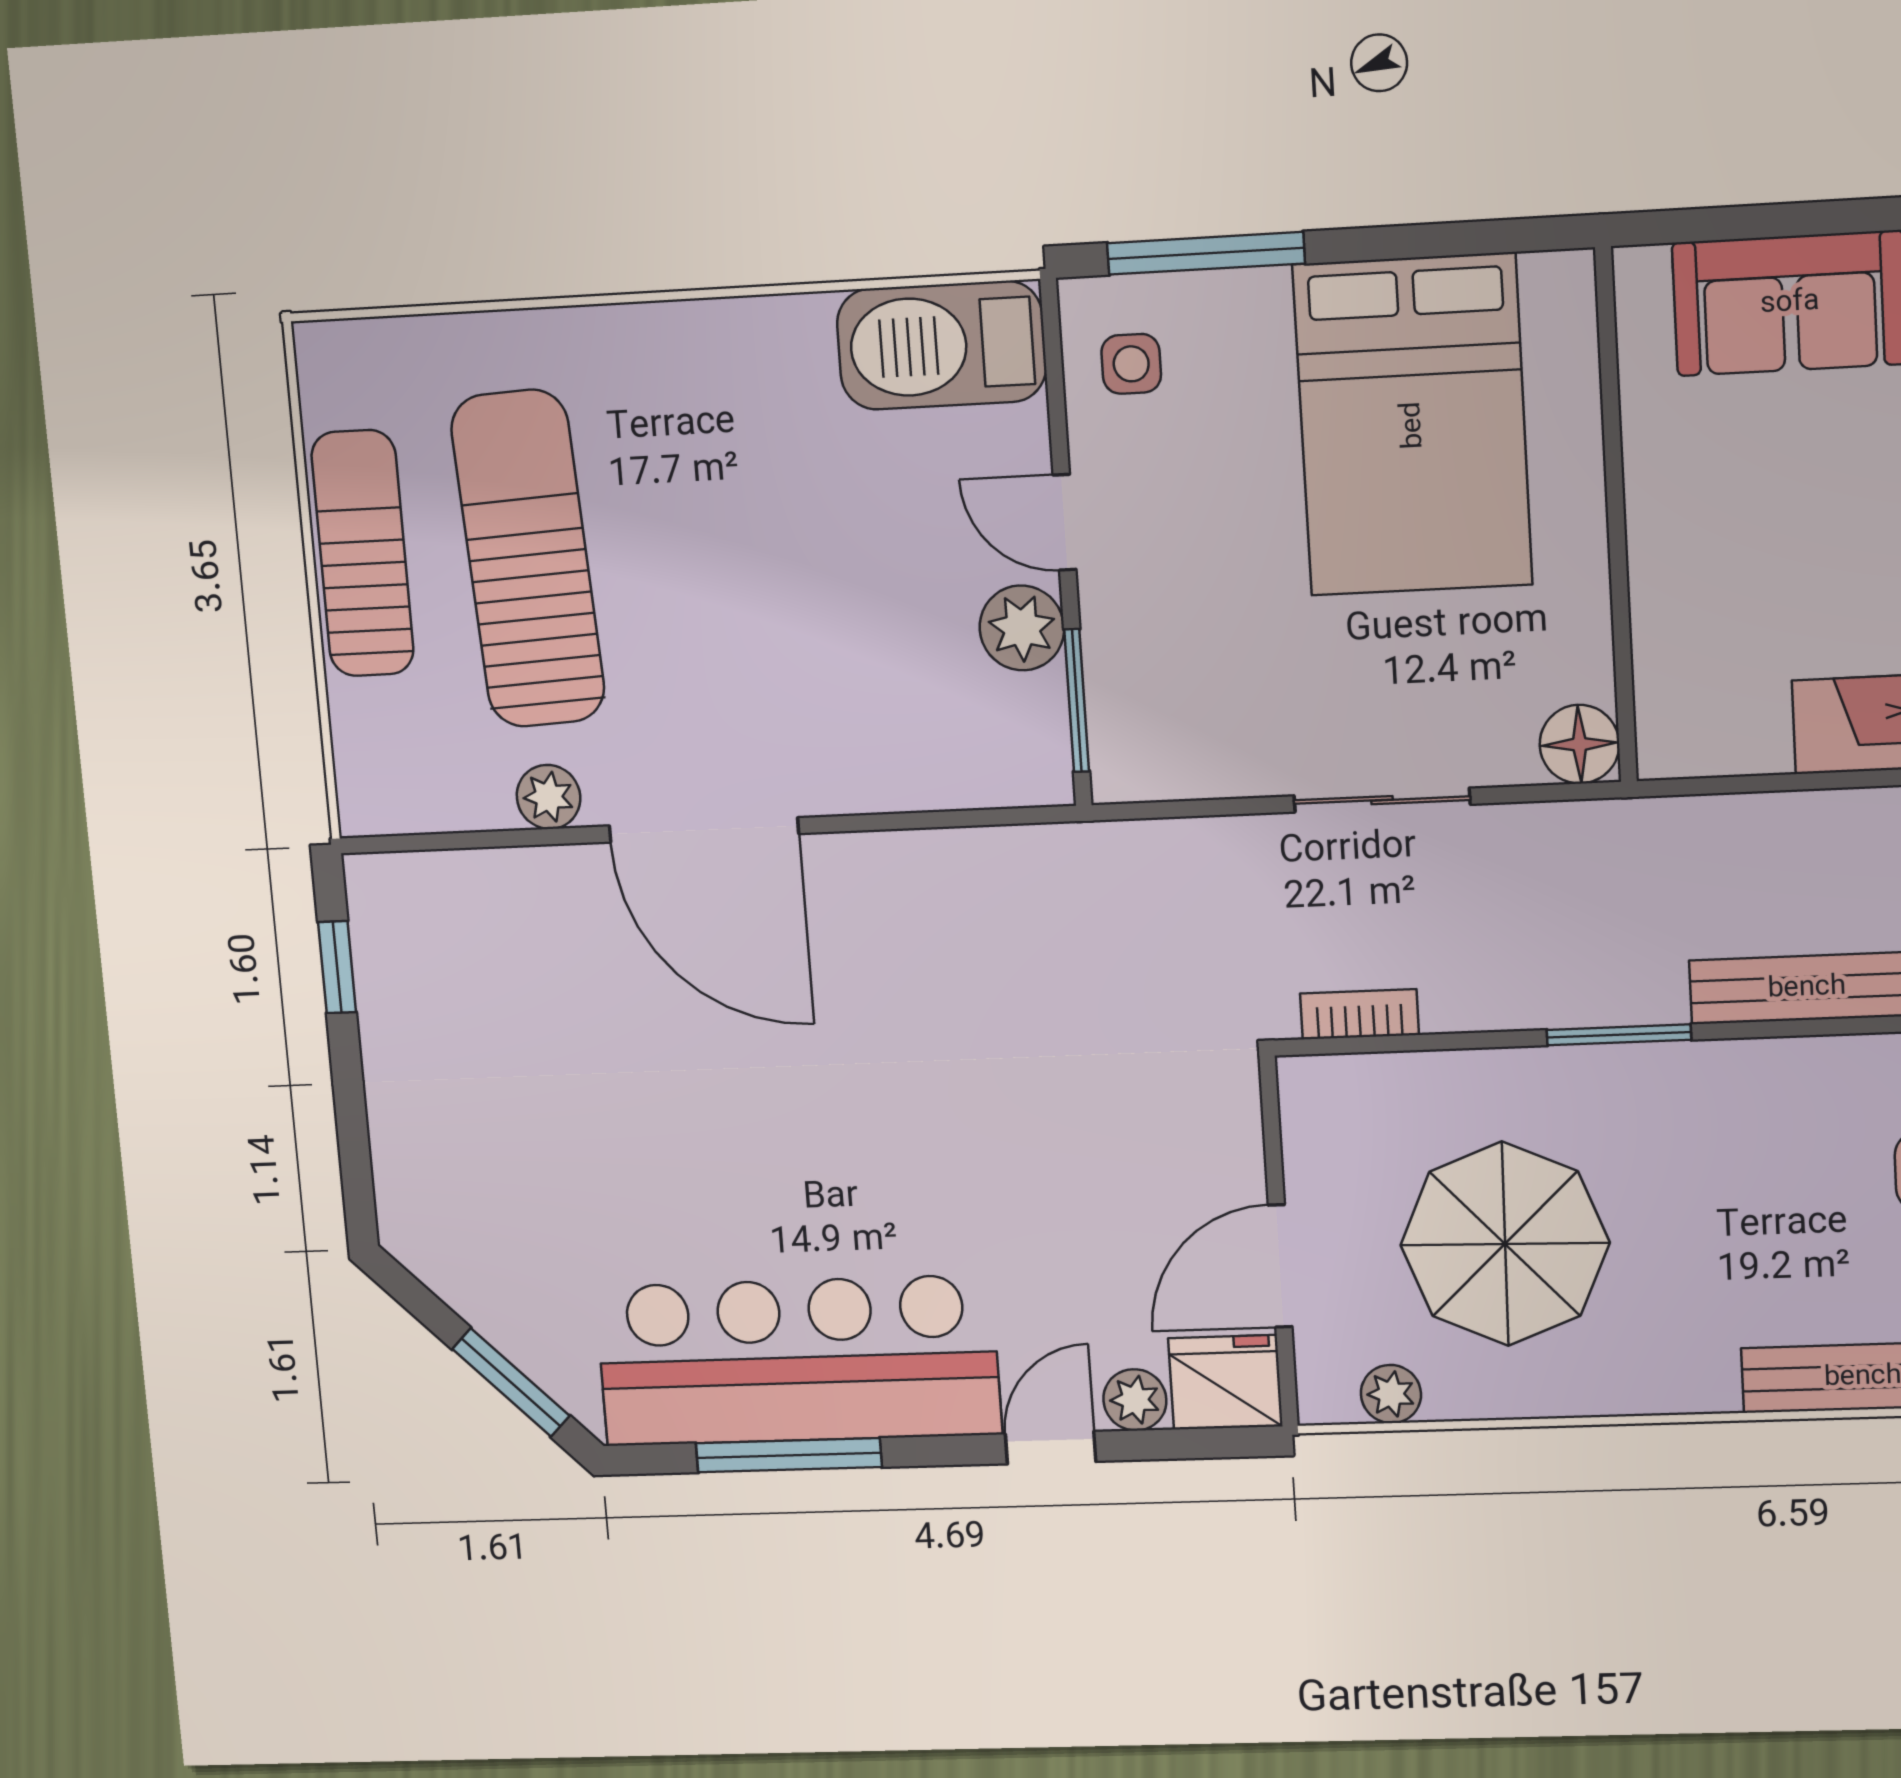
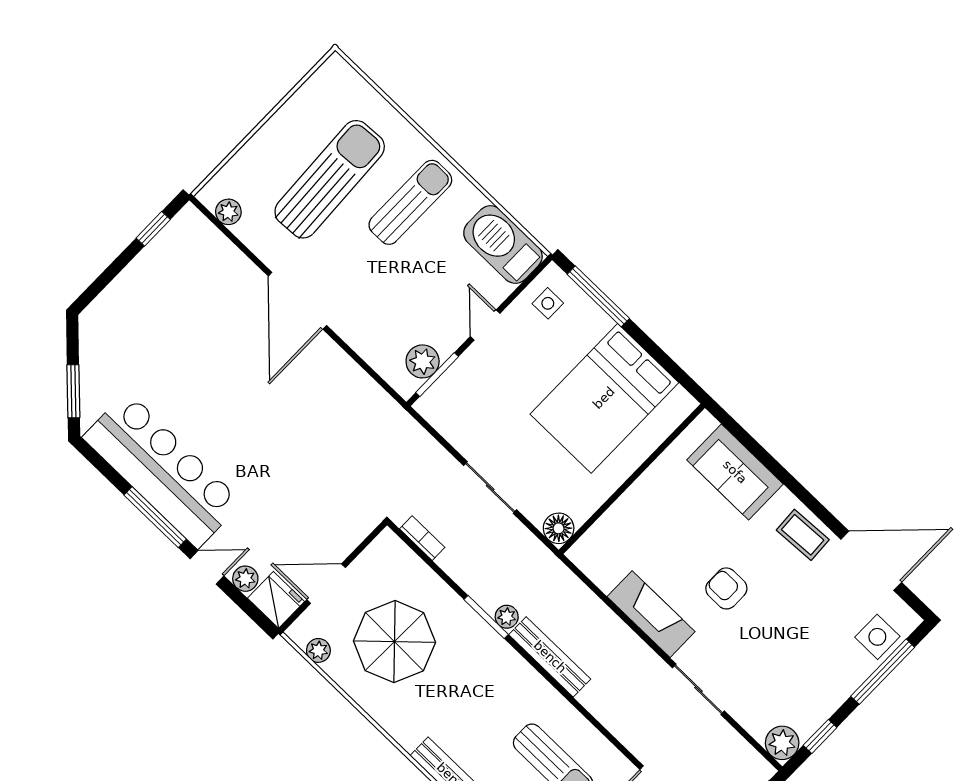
sun lounger: (363, 553) -> (410, 202), moved
plant: (1022, 628) -> (423, 361), moved
plant: (549, 797) -> (228, 212), moved
plant: (1655, 997) -> (507, 617), added
window: (789, 1455) -> (155, 517), moved

